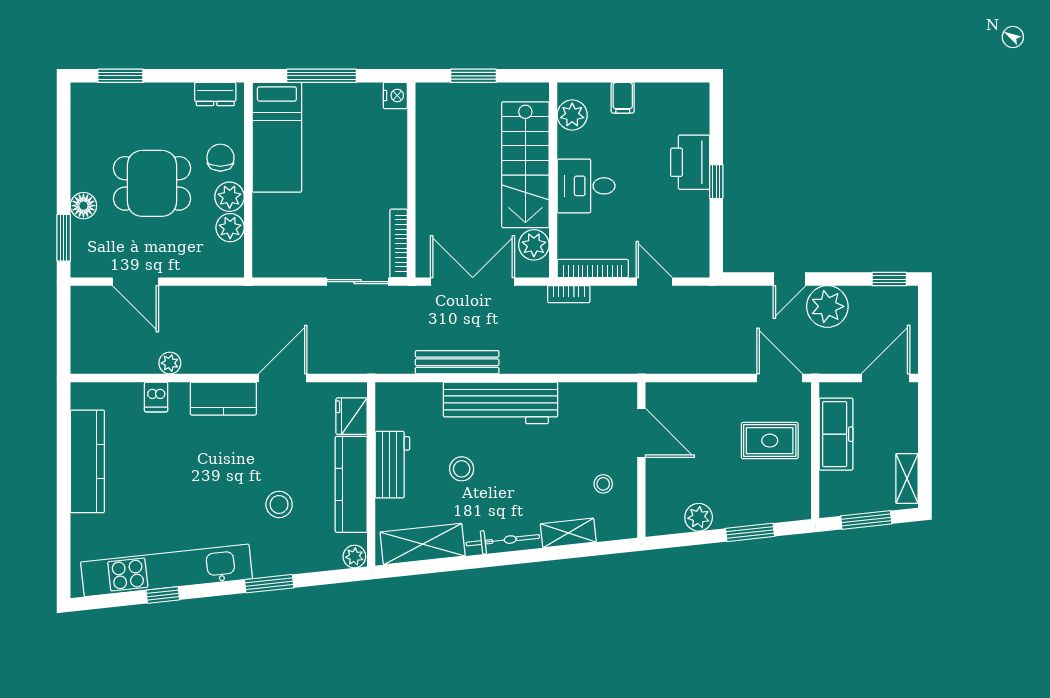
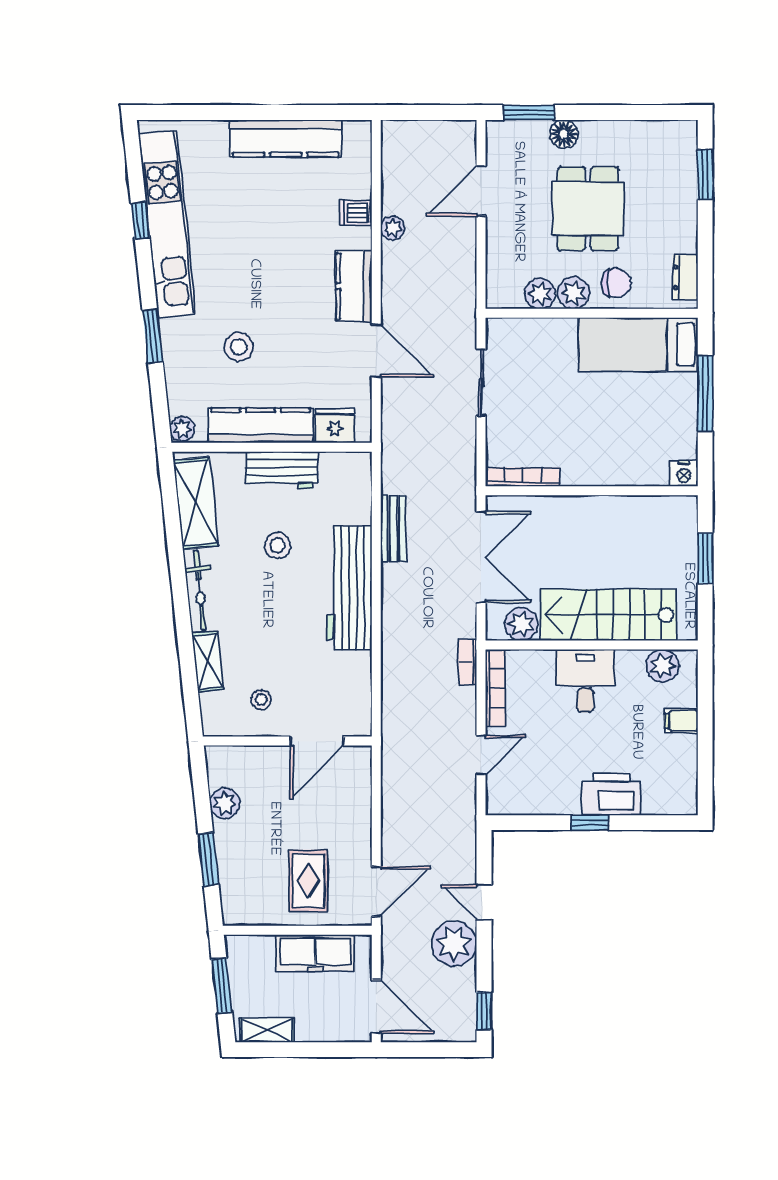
sliding door: (358, 282) -> (481, 383), moved
bench: (457, 362) -> (393, 528), width x0.73

